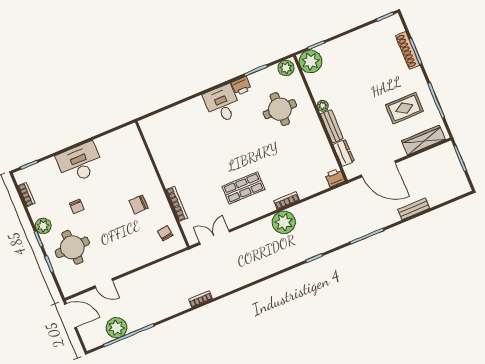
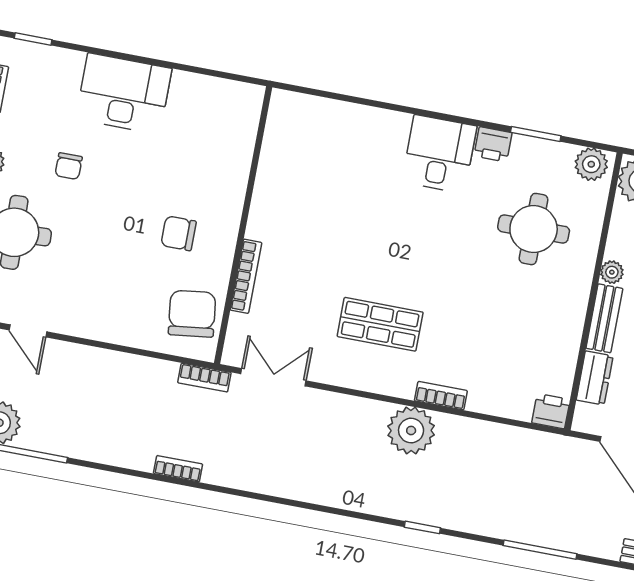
chair: (165, 233) -> (192, 314), width x1.87, depth x1.87
bookcase: (187, 256) -> (204, 378), added

